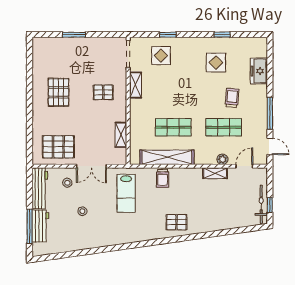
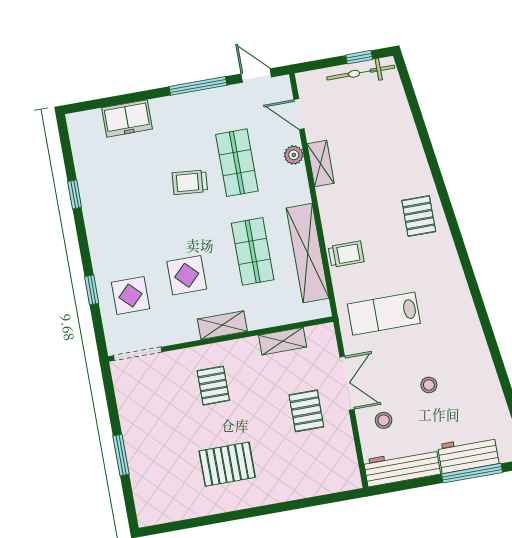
display table: (216, 63) -> (187, 275), moved
shelving: (136, 85) -> (222, 325), moved
trolley: (232, 98) -> (190, 182), moved
door: (270, 146) -> (256, 76), hinge flipped
pallet: (58, 147) -> (306, 411), moved, width x0.67, depth x0.71
lab bench: (126, 193) -> (384, 314), turned 180

